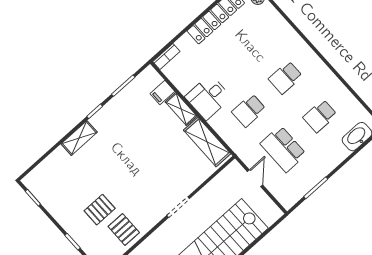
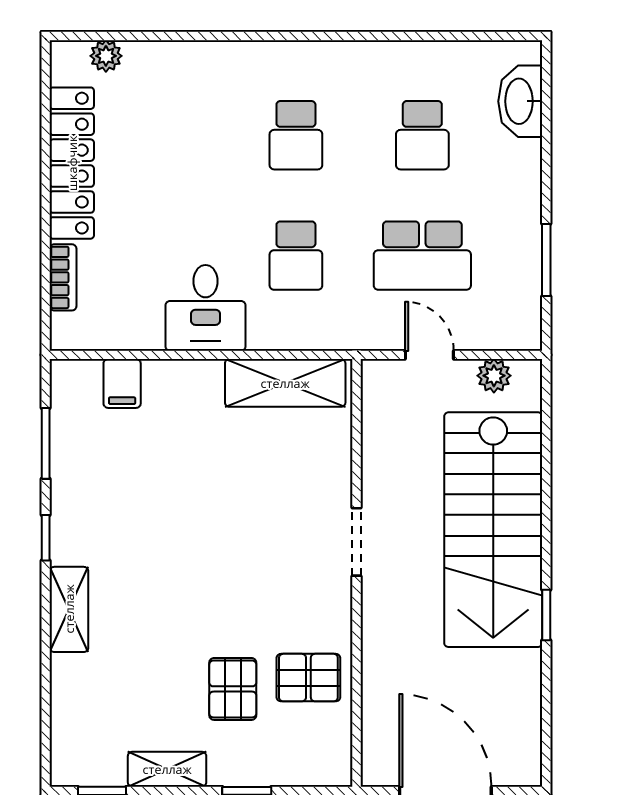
bookcase: (166, 57) -> (63, 277), moved
shelving: (181, 109) -> (167, 769), moved
plant: (266, 204) -> (494, 376), added

